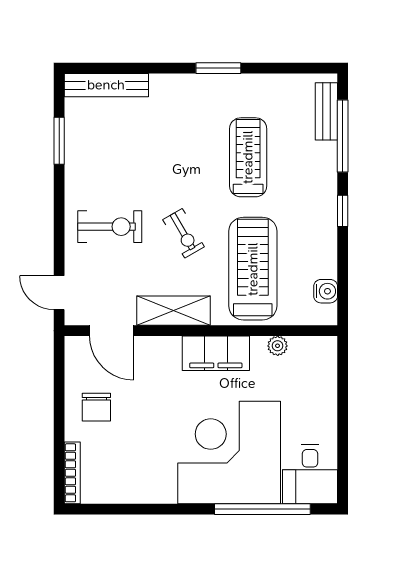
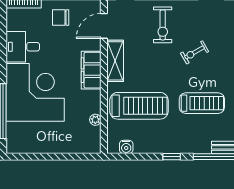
exercise bike: (184, 233) -> (195, 52), moved
filing cabinet: (216, 353) -> (91, 70), moved
desk: (310, 474) -> (23, 47), moved

